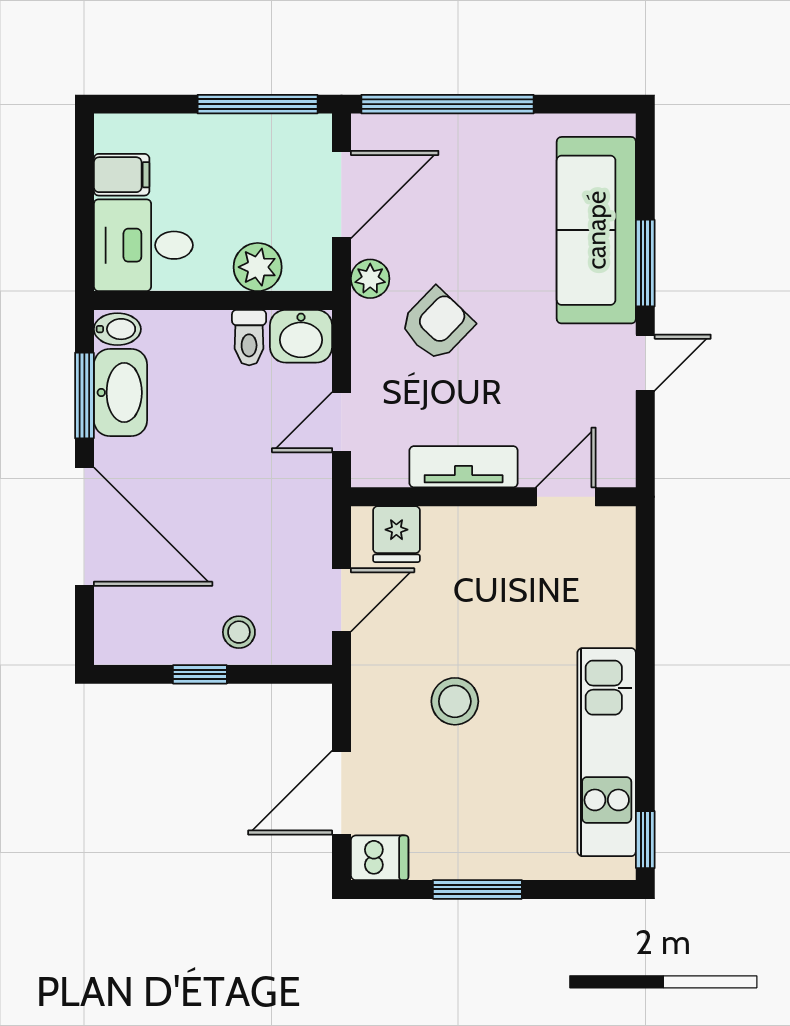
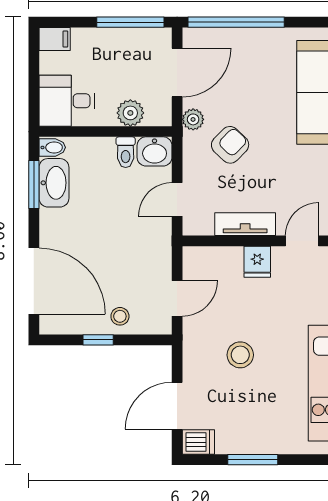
filing cabinet: (122, 175) -> (55, 39), moved
door: (84, 527) -> (34, 281), moved
fridge: (396, 534) -> (257, 262), moved

